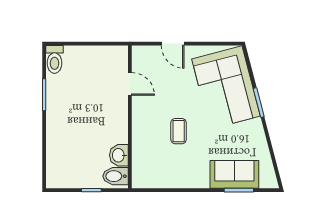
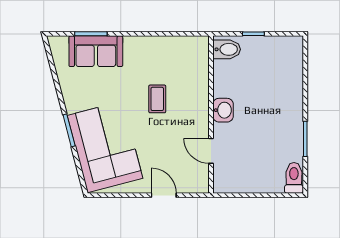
washbasin: (119, 155) -> (223, 110), moved

